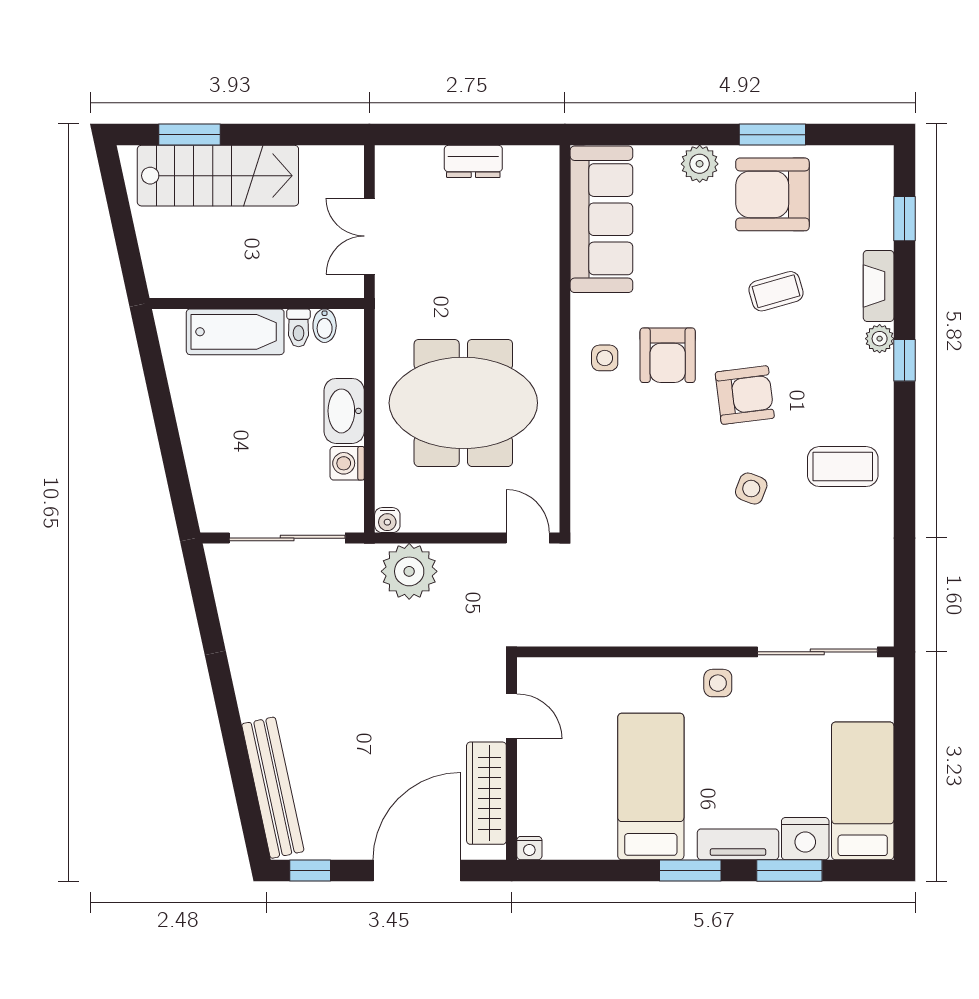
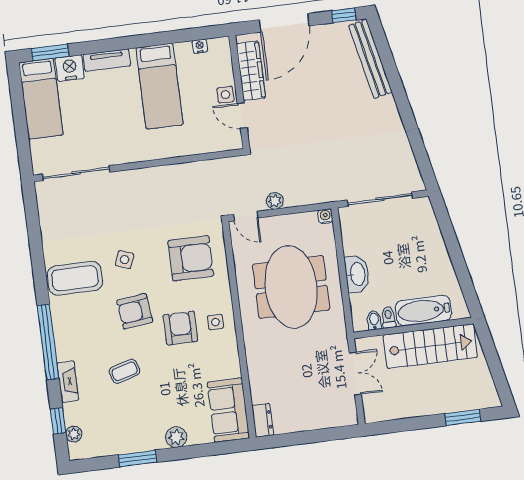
dresser: (473, 161) -> (263, 420), moved, turned 90
stairs: (218, 176) -> (430, 346), moved, turned 180
armchair: (772, 194) -> (191, 258), moved
sofa: (601, 219) -> (228, 410), width x0.73
plant: (880, 339) -> (74, 434), moved
window: (904, 360) -> (48, 342), width x3.17
meeting table: (463, 403) -> (291, 287), turned 90
washing machine: (347, 463) -> (352, 245), removed
coffee table: (843, 467) -> (75, 278), width x1.36, depth x1.32
plant: (409, 571) -> (275, 201), moved, width x0.53, depth x0.53
side table: (718, 683) -> (225, 95), moved
nightstand: (529, 848) -> (200, 46), moved
window: (690, 870) -> (132, 42), removed
window: (789, 870) -> (50, 52), moved

